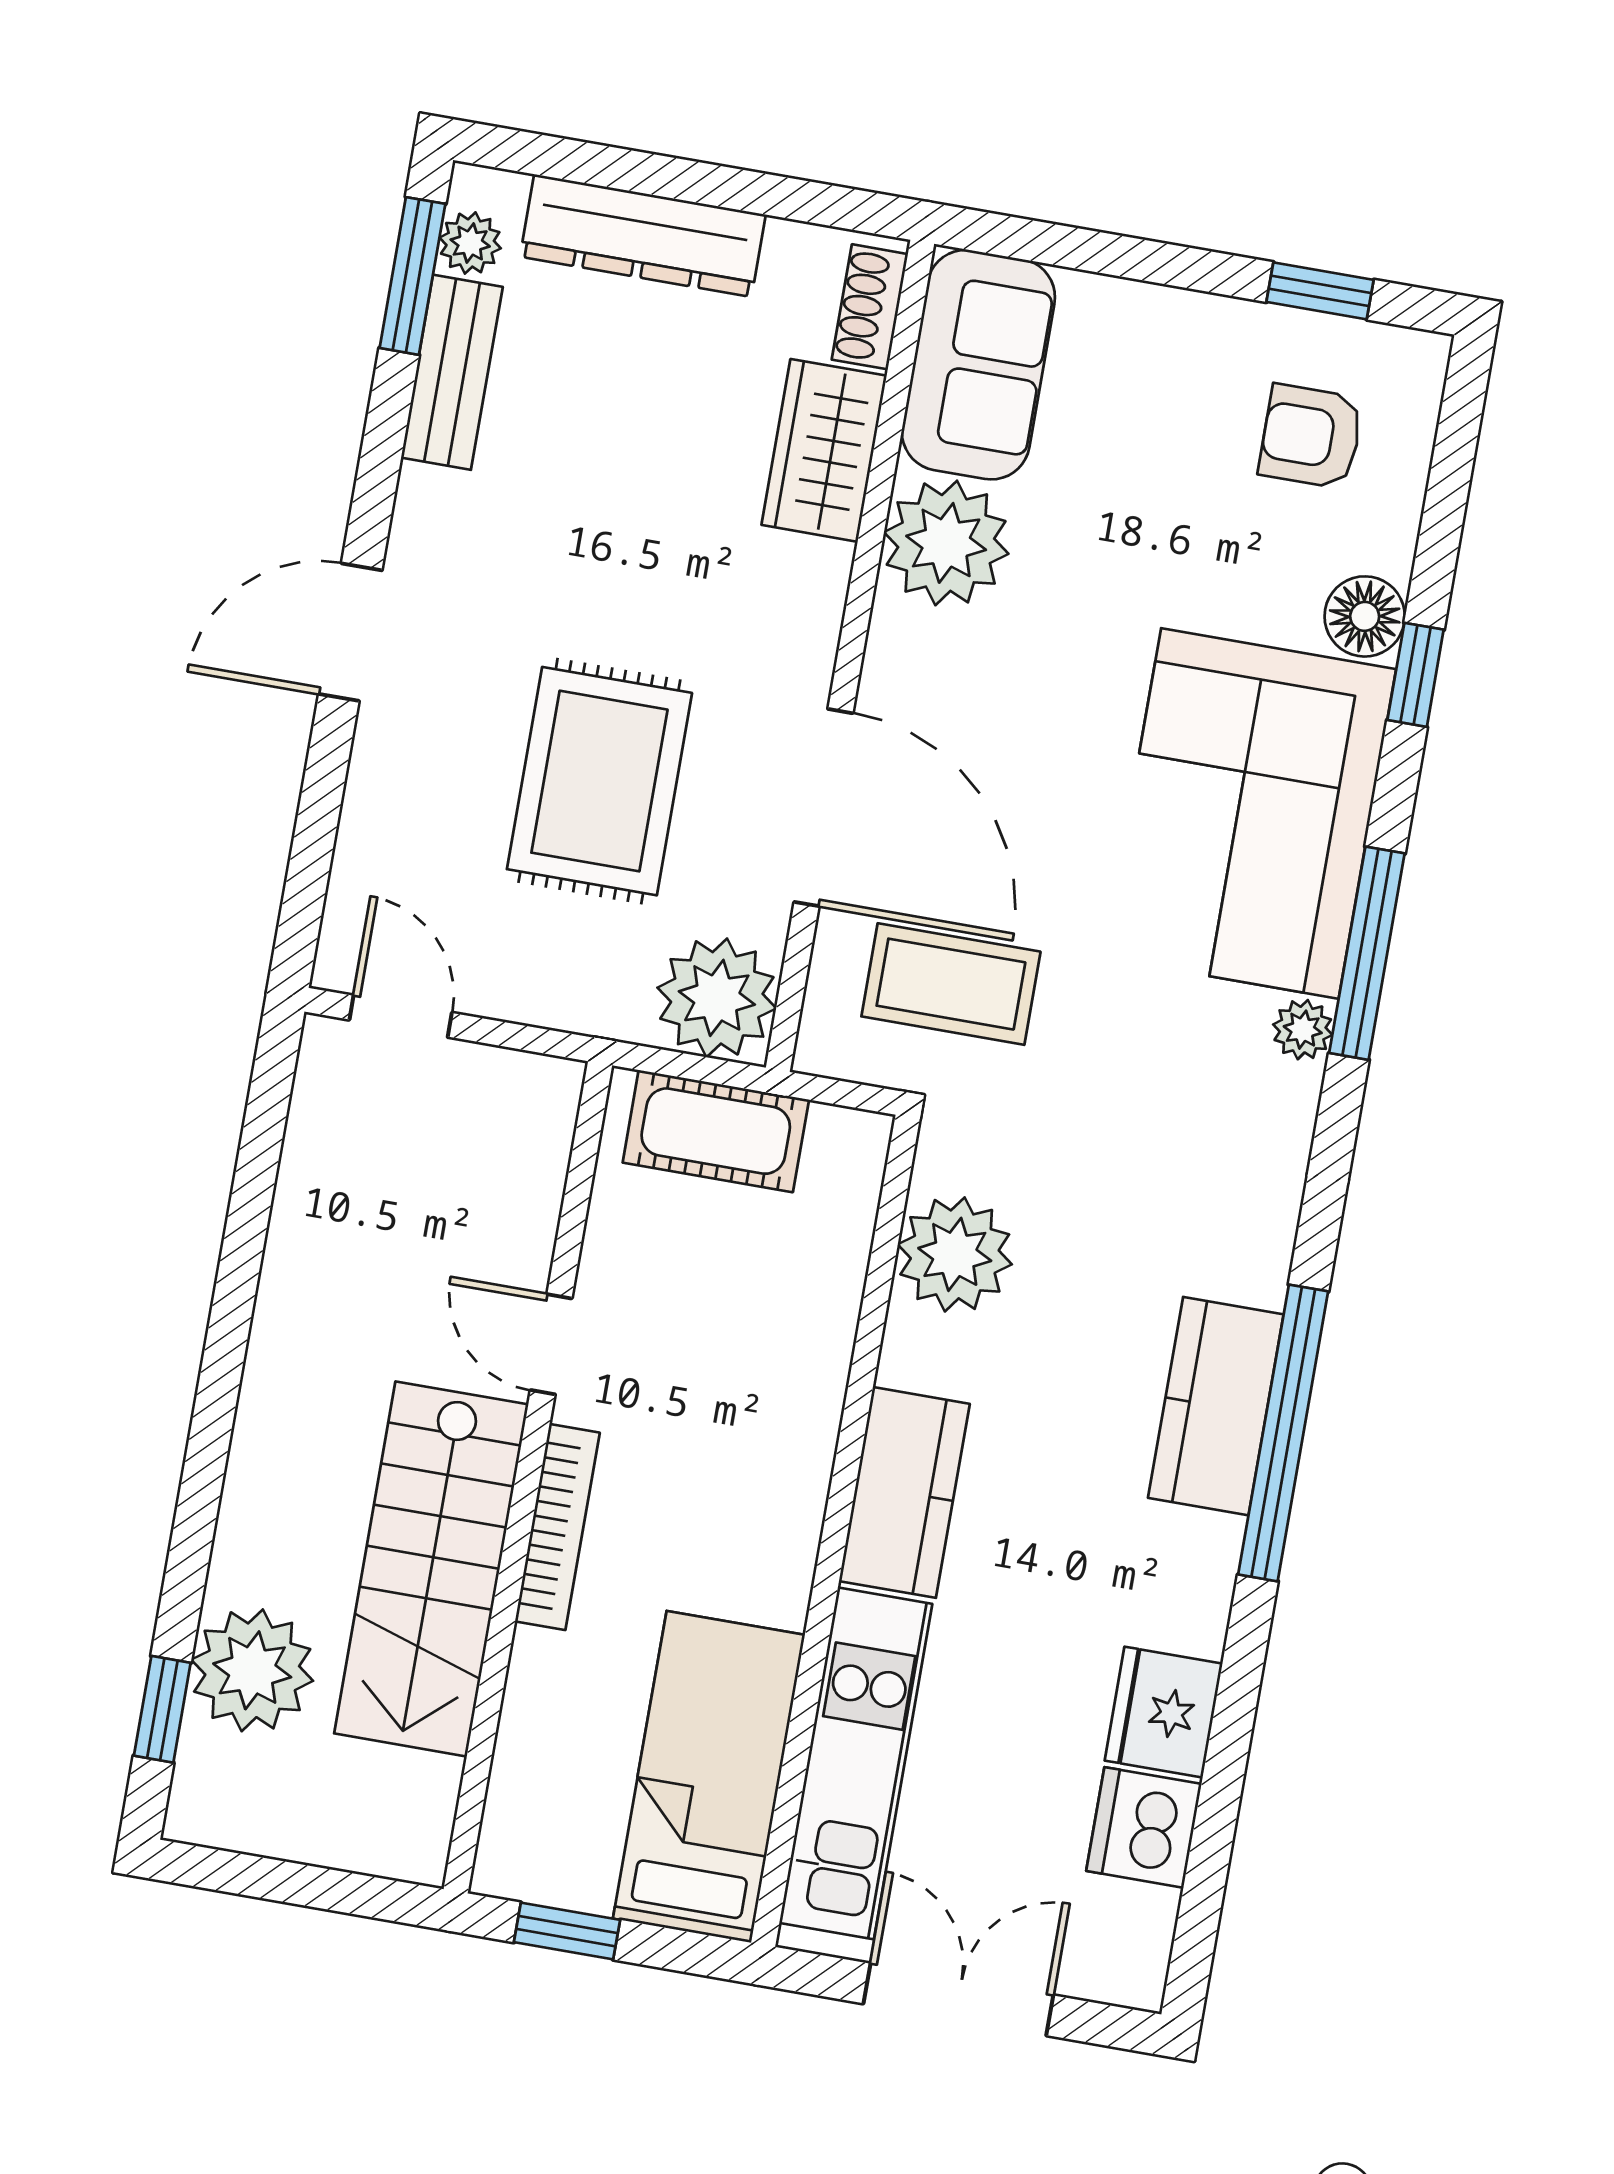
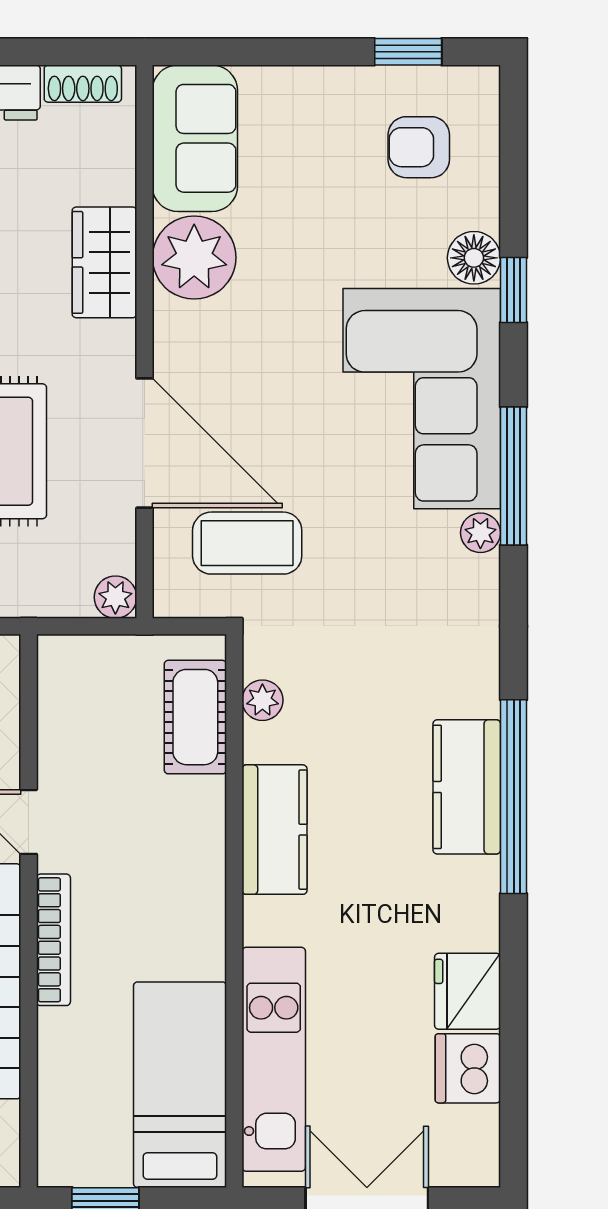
shoe rack: (870, 307) -> (83, 84), moved, turned -90
wardrobe: (824, 450) -> (104, 262), moved
plant: (717, 998) -> (115, 597), width x0.53, depth x0.53
cot: (716, 1131) -> (195, 717), moved, turned 90
plant: (955, 1254) -> (262, 700), width x0.53, depth x0.53
kitchen counter: (904, 1492) -> (274, 830), moved

